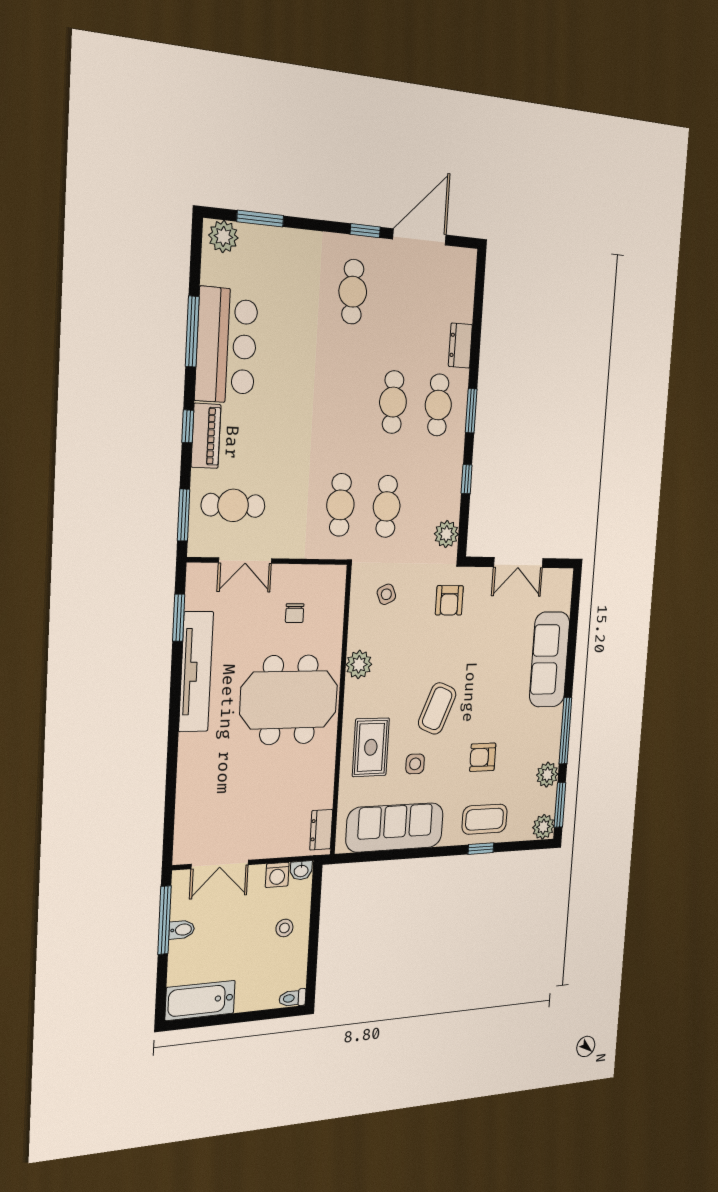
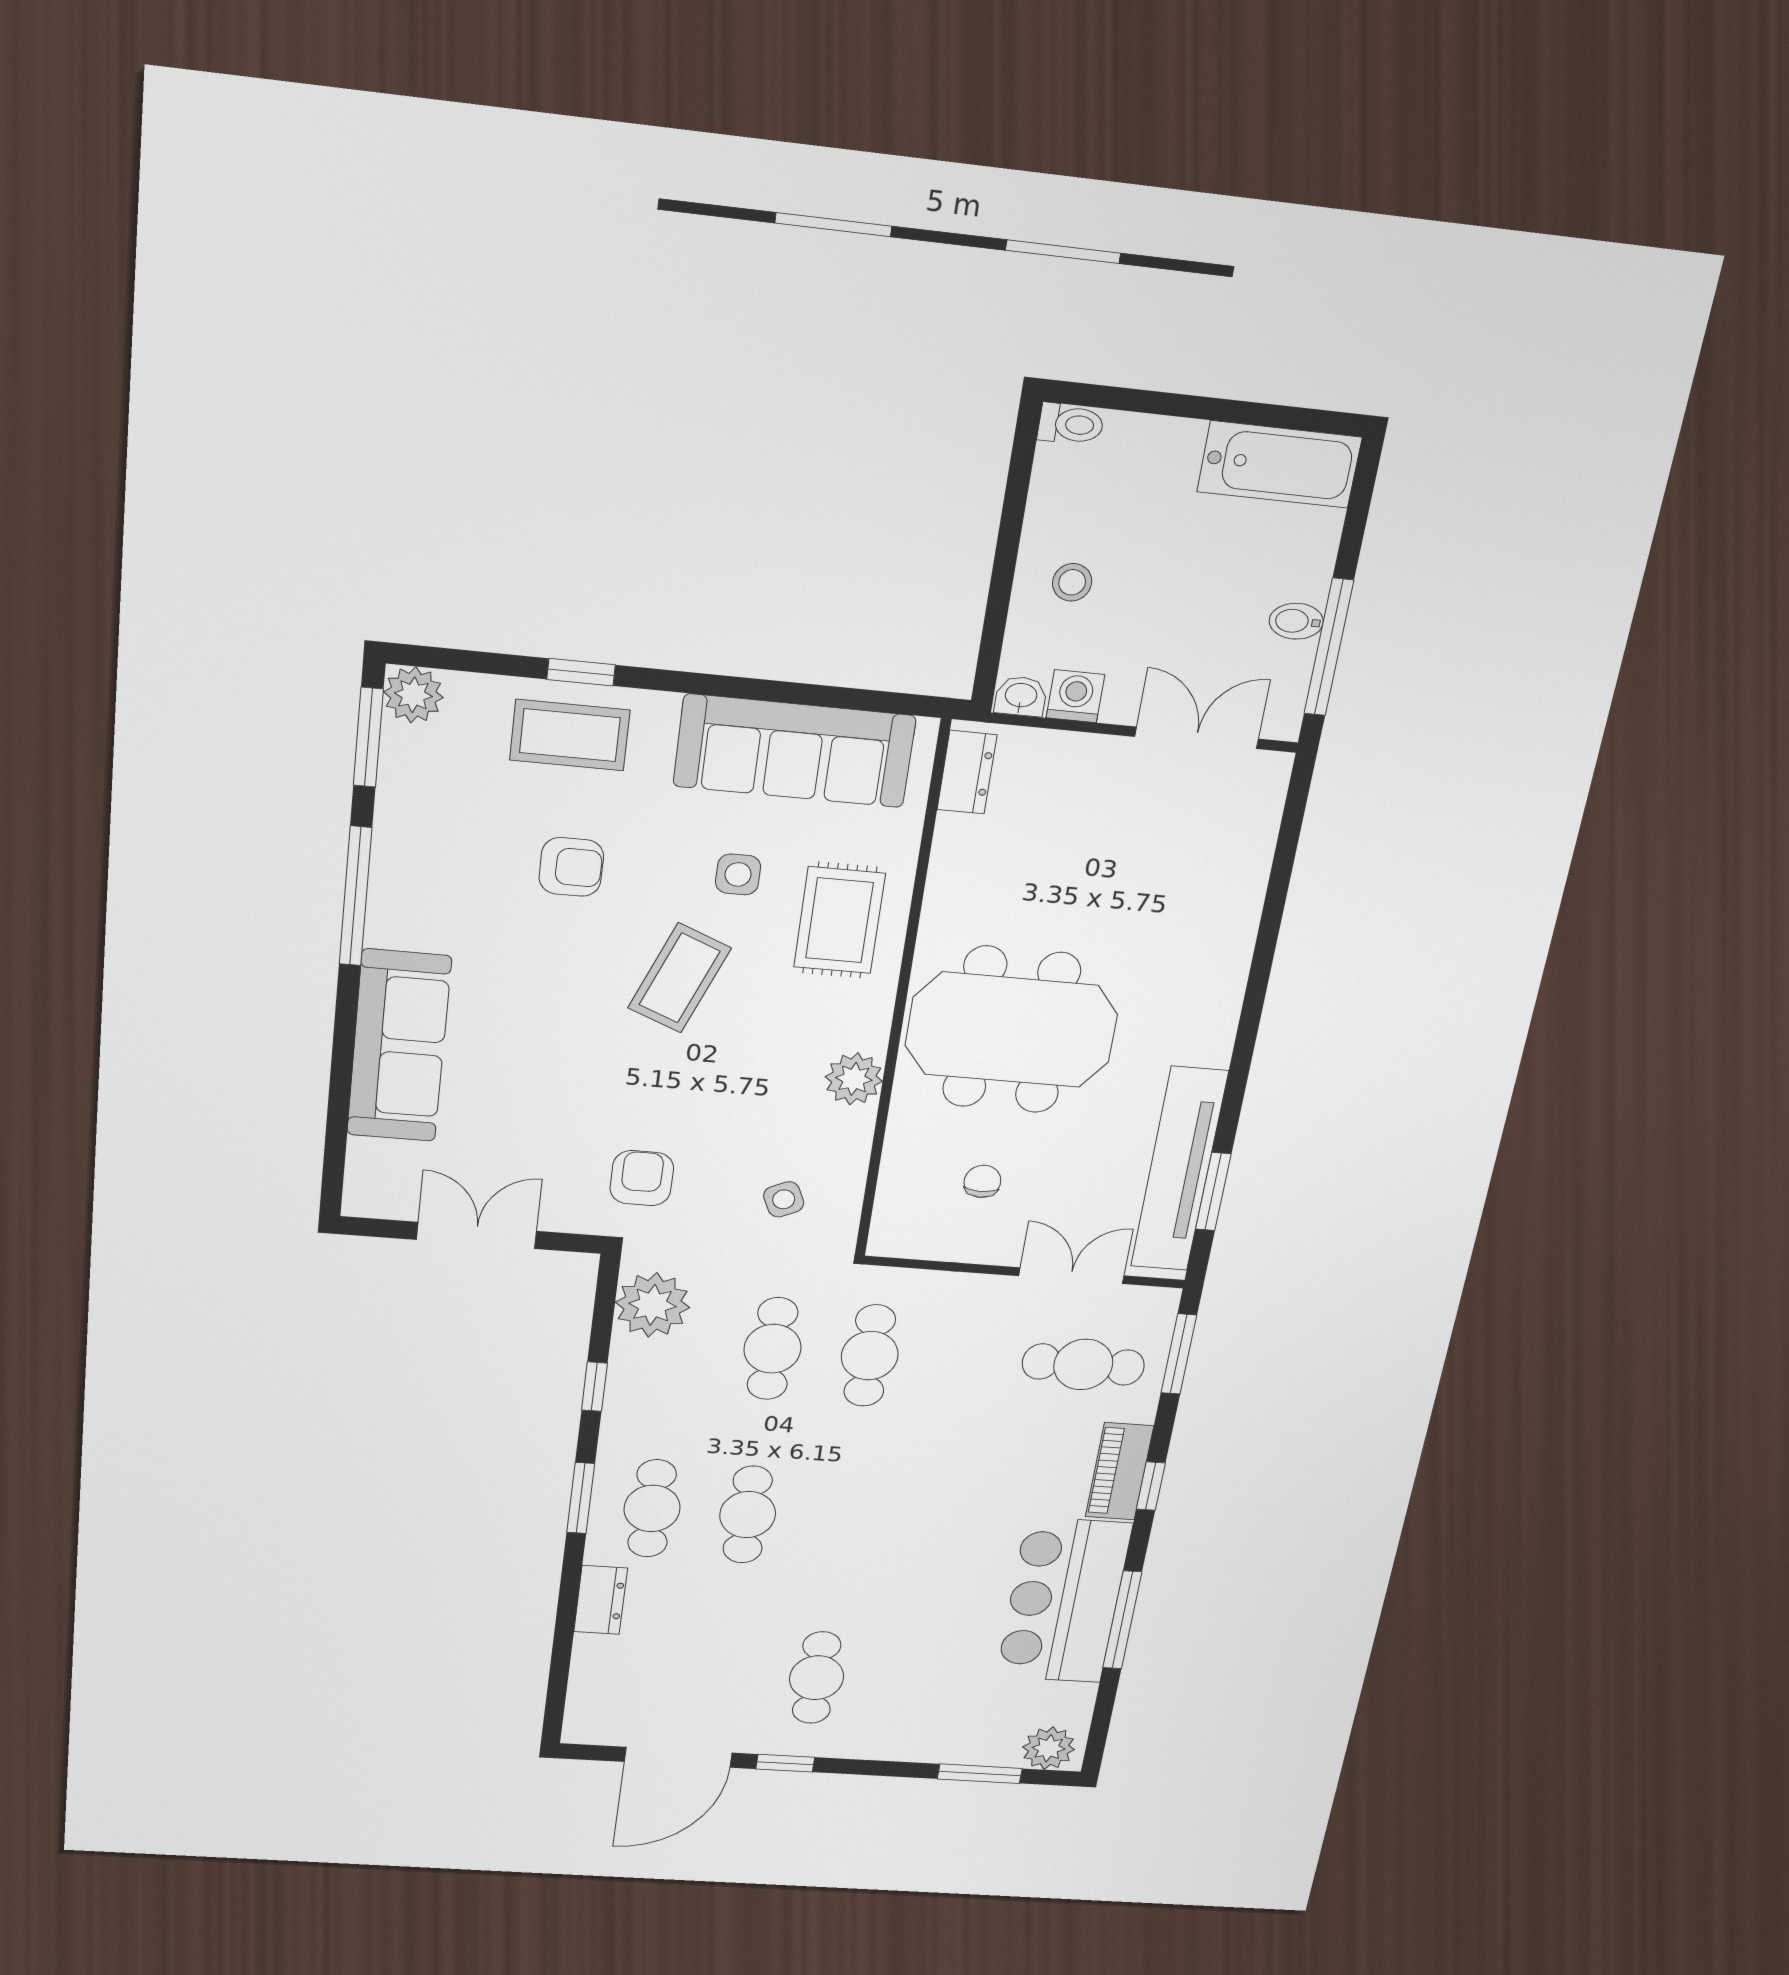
plant: (446, 534) -> (652, 1305), width x1.36, depth x1.36
tv unit: (196, 672) -> (1179, 1169), moved
plant: (547, 775) -> (403, 808), removed

